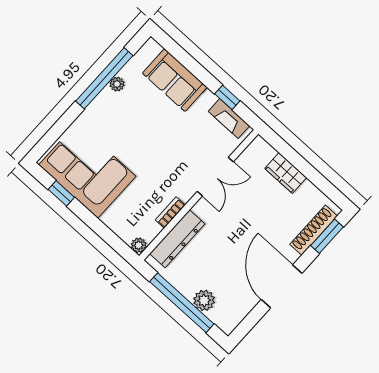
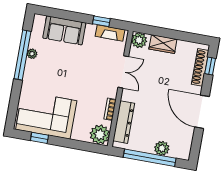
plant: (259, 150) -> (139, 40), added
window: (327, 236) -> (210, 66), width x0.67
plant: (139, 245) -> (100, 135), width x1.88, depth x1.88

